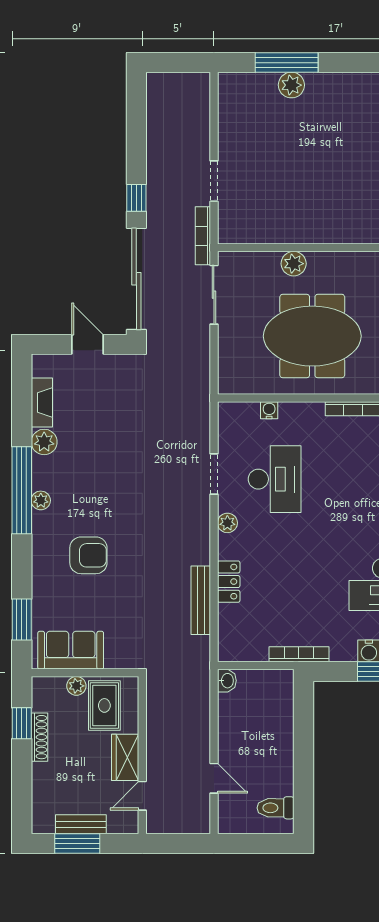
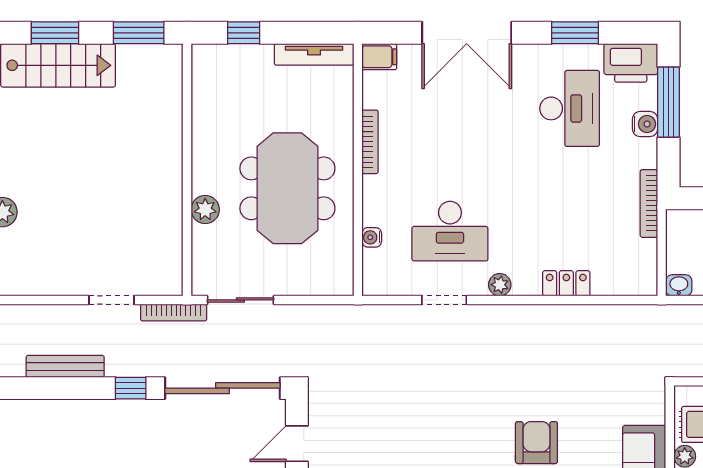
desk: (275, 479) -> (450, 231), turned 180
bench: (201, 600) -> (65, 366), moved

